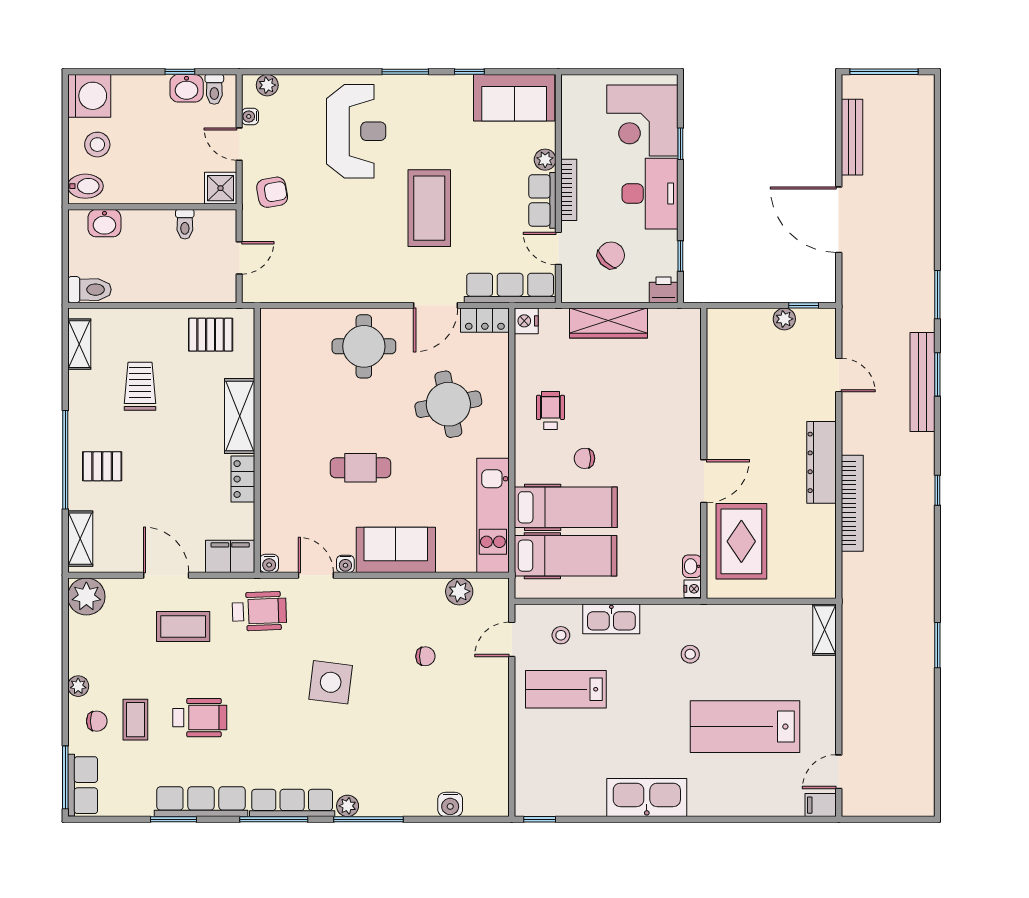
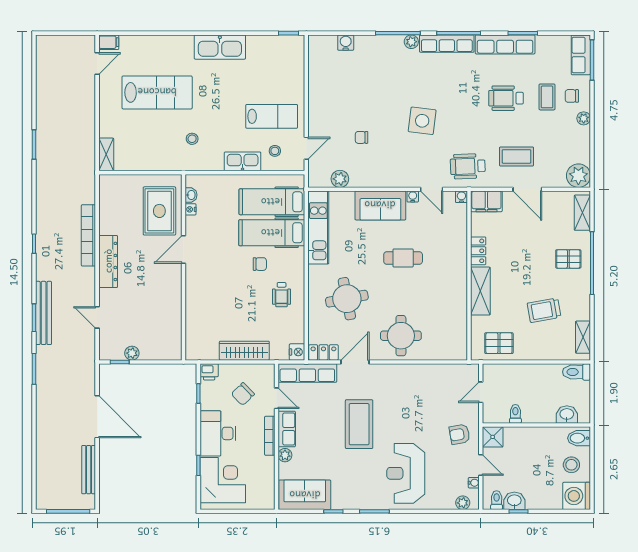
trolley: (140, 386) -> (544, 310), turned 80
nightstand: (693, 589) -> (191, 209), moved

